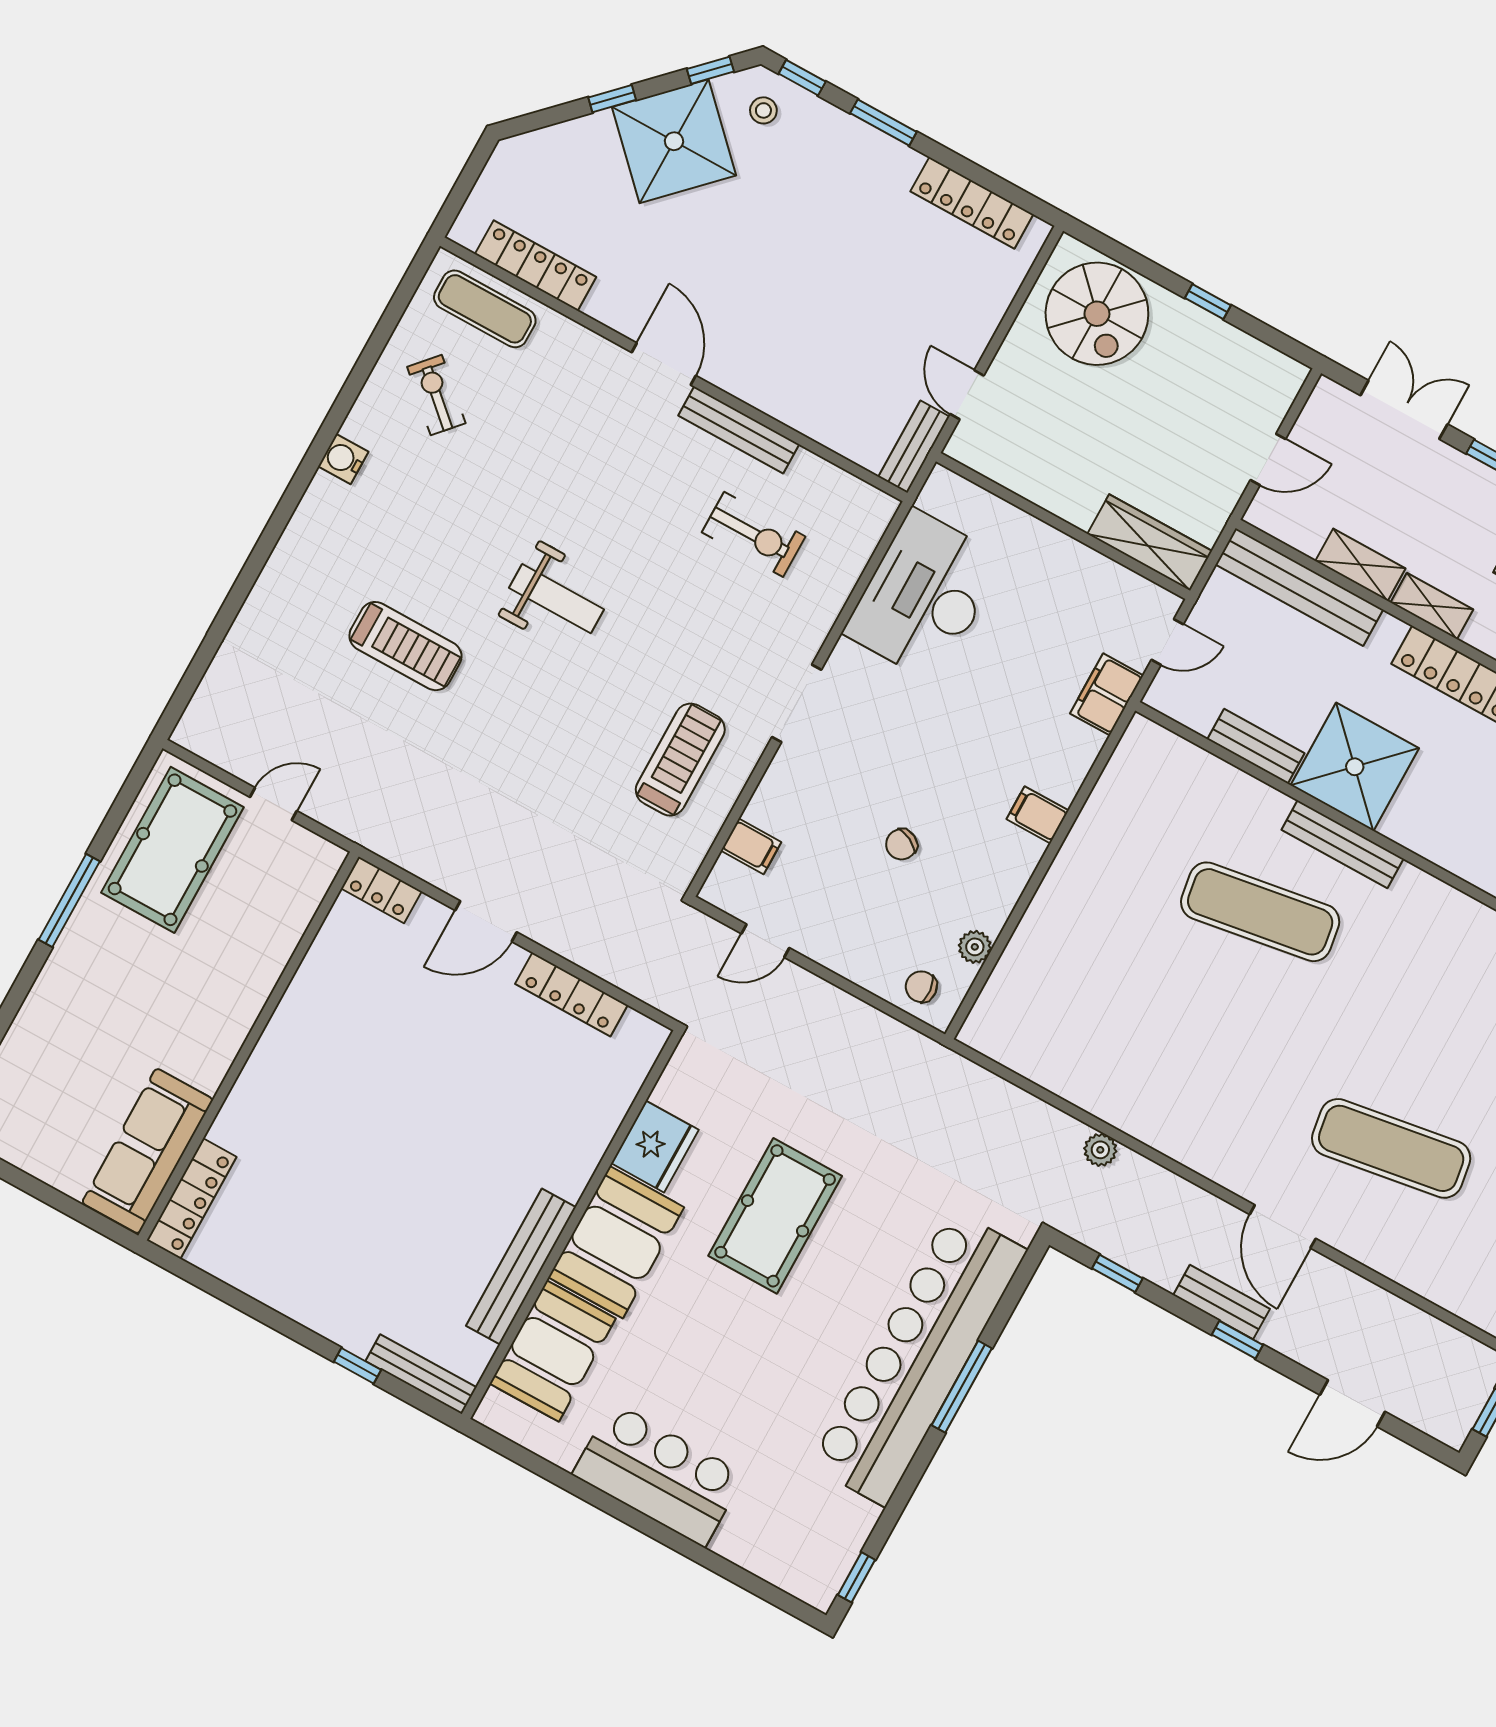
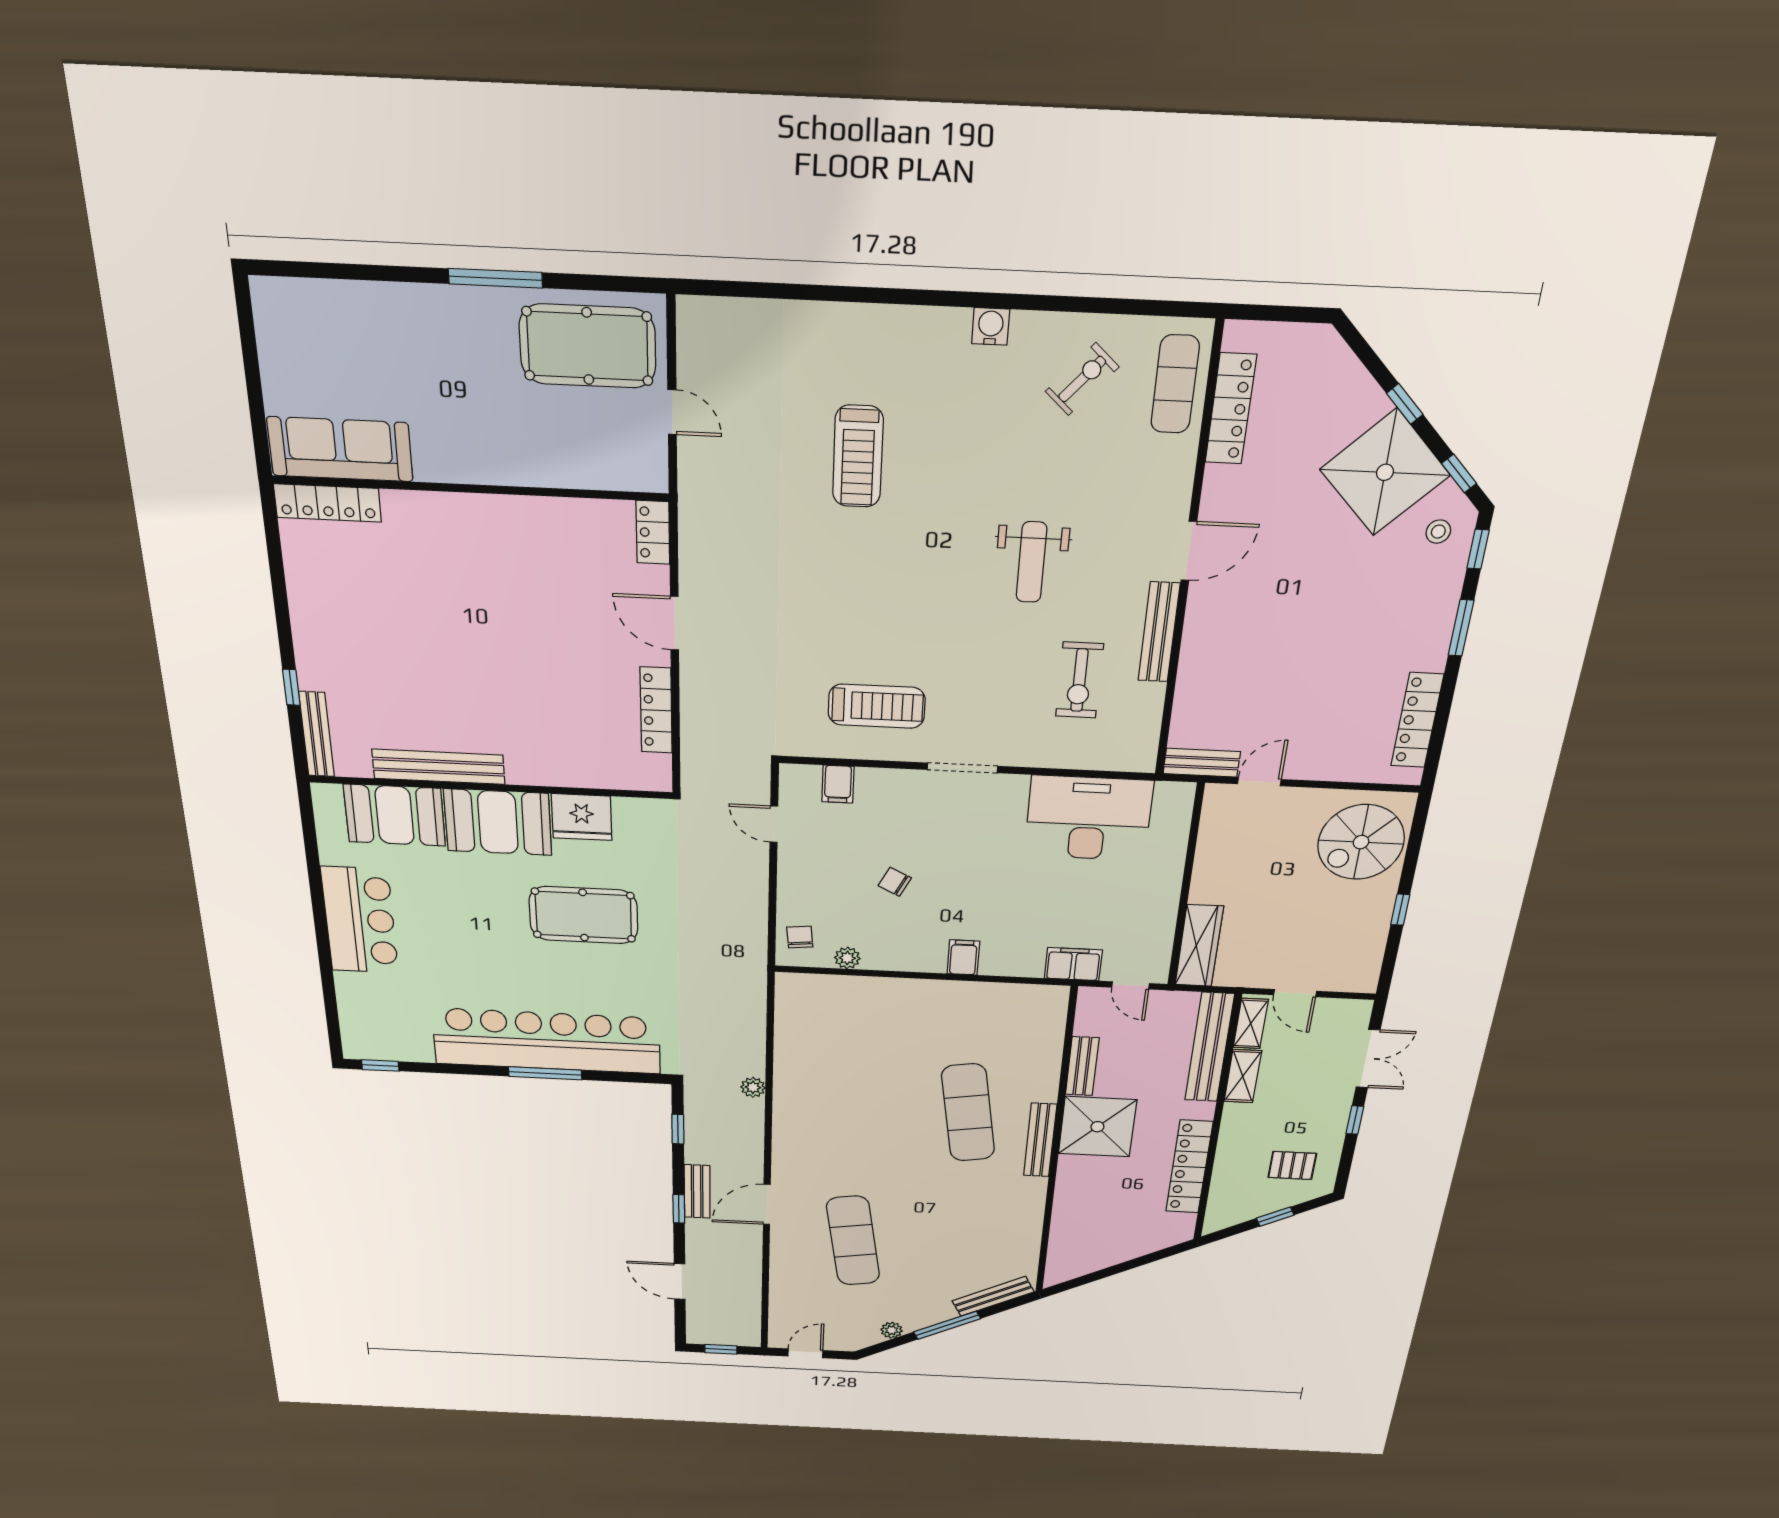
weight bench: (556, 599) -> (1031, 562), moved
shelving: (1432, 606) -> (1251, 1023), moved

